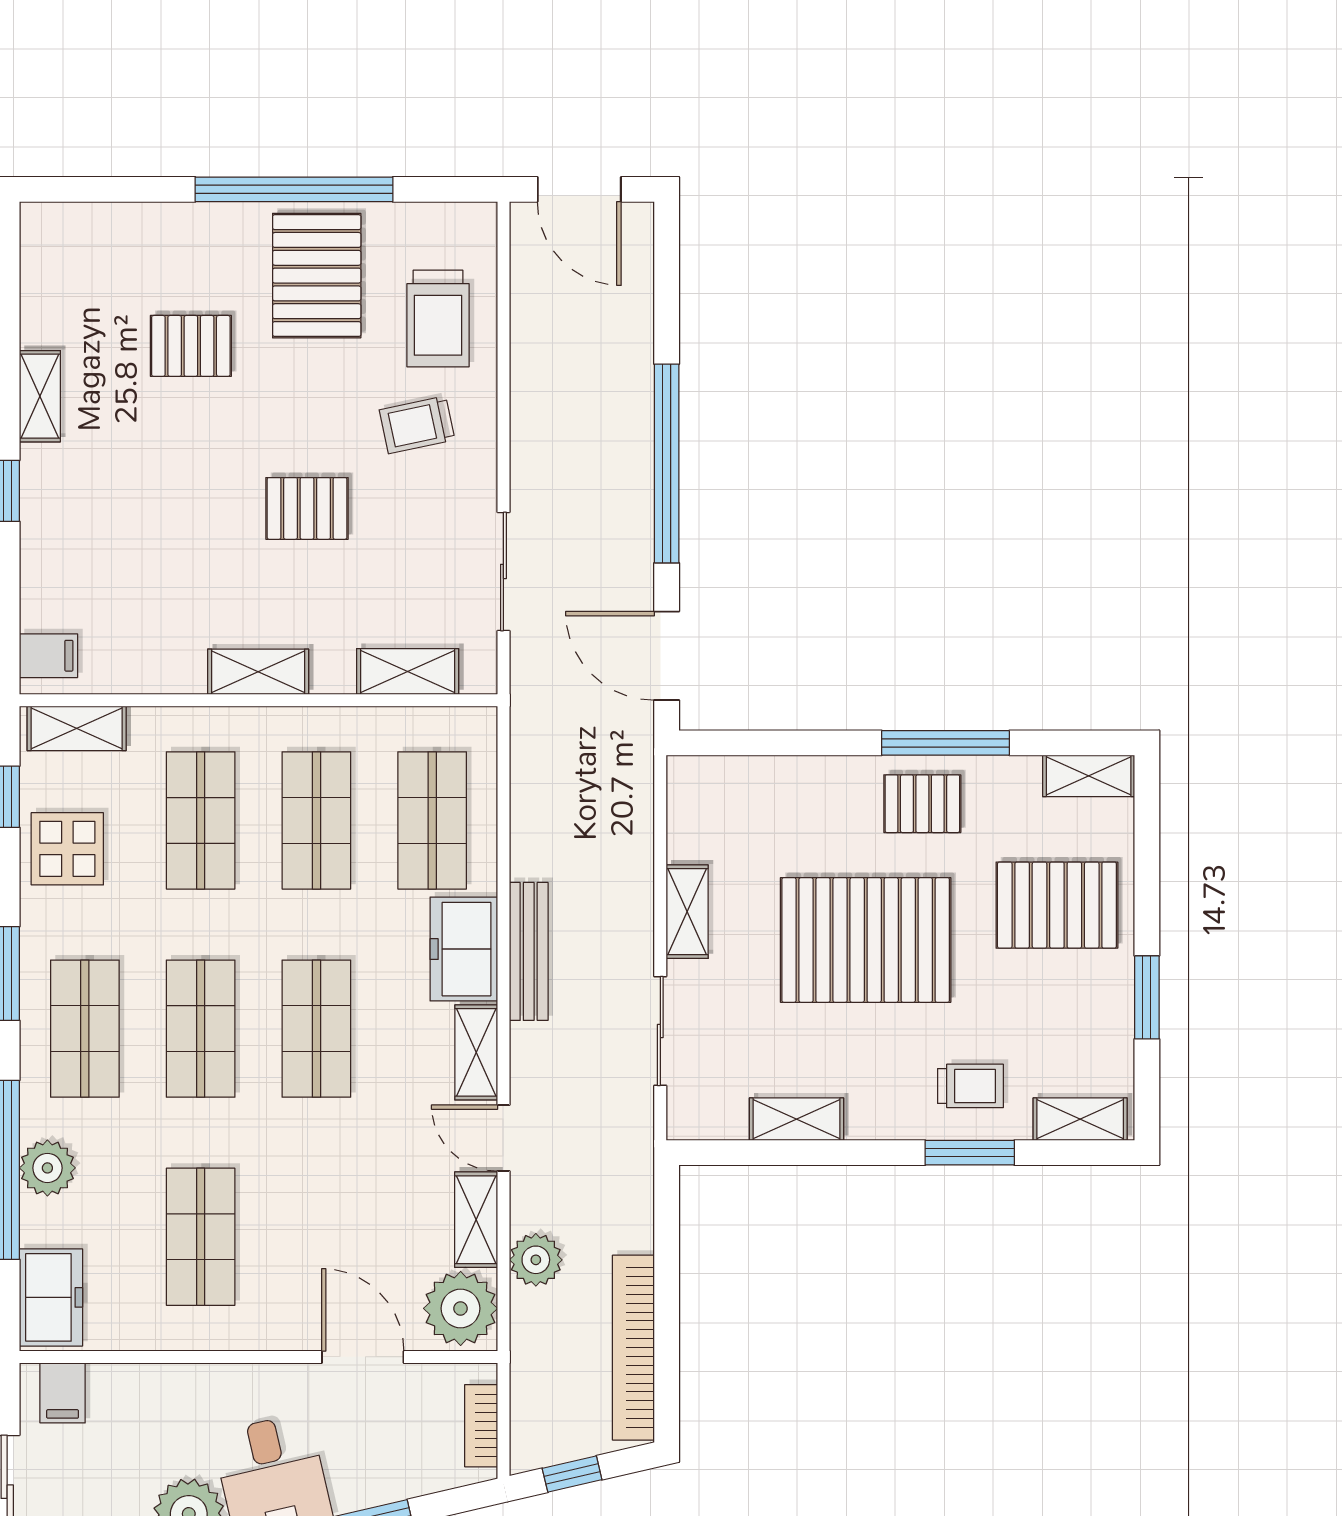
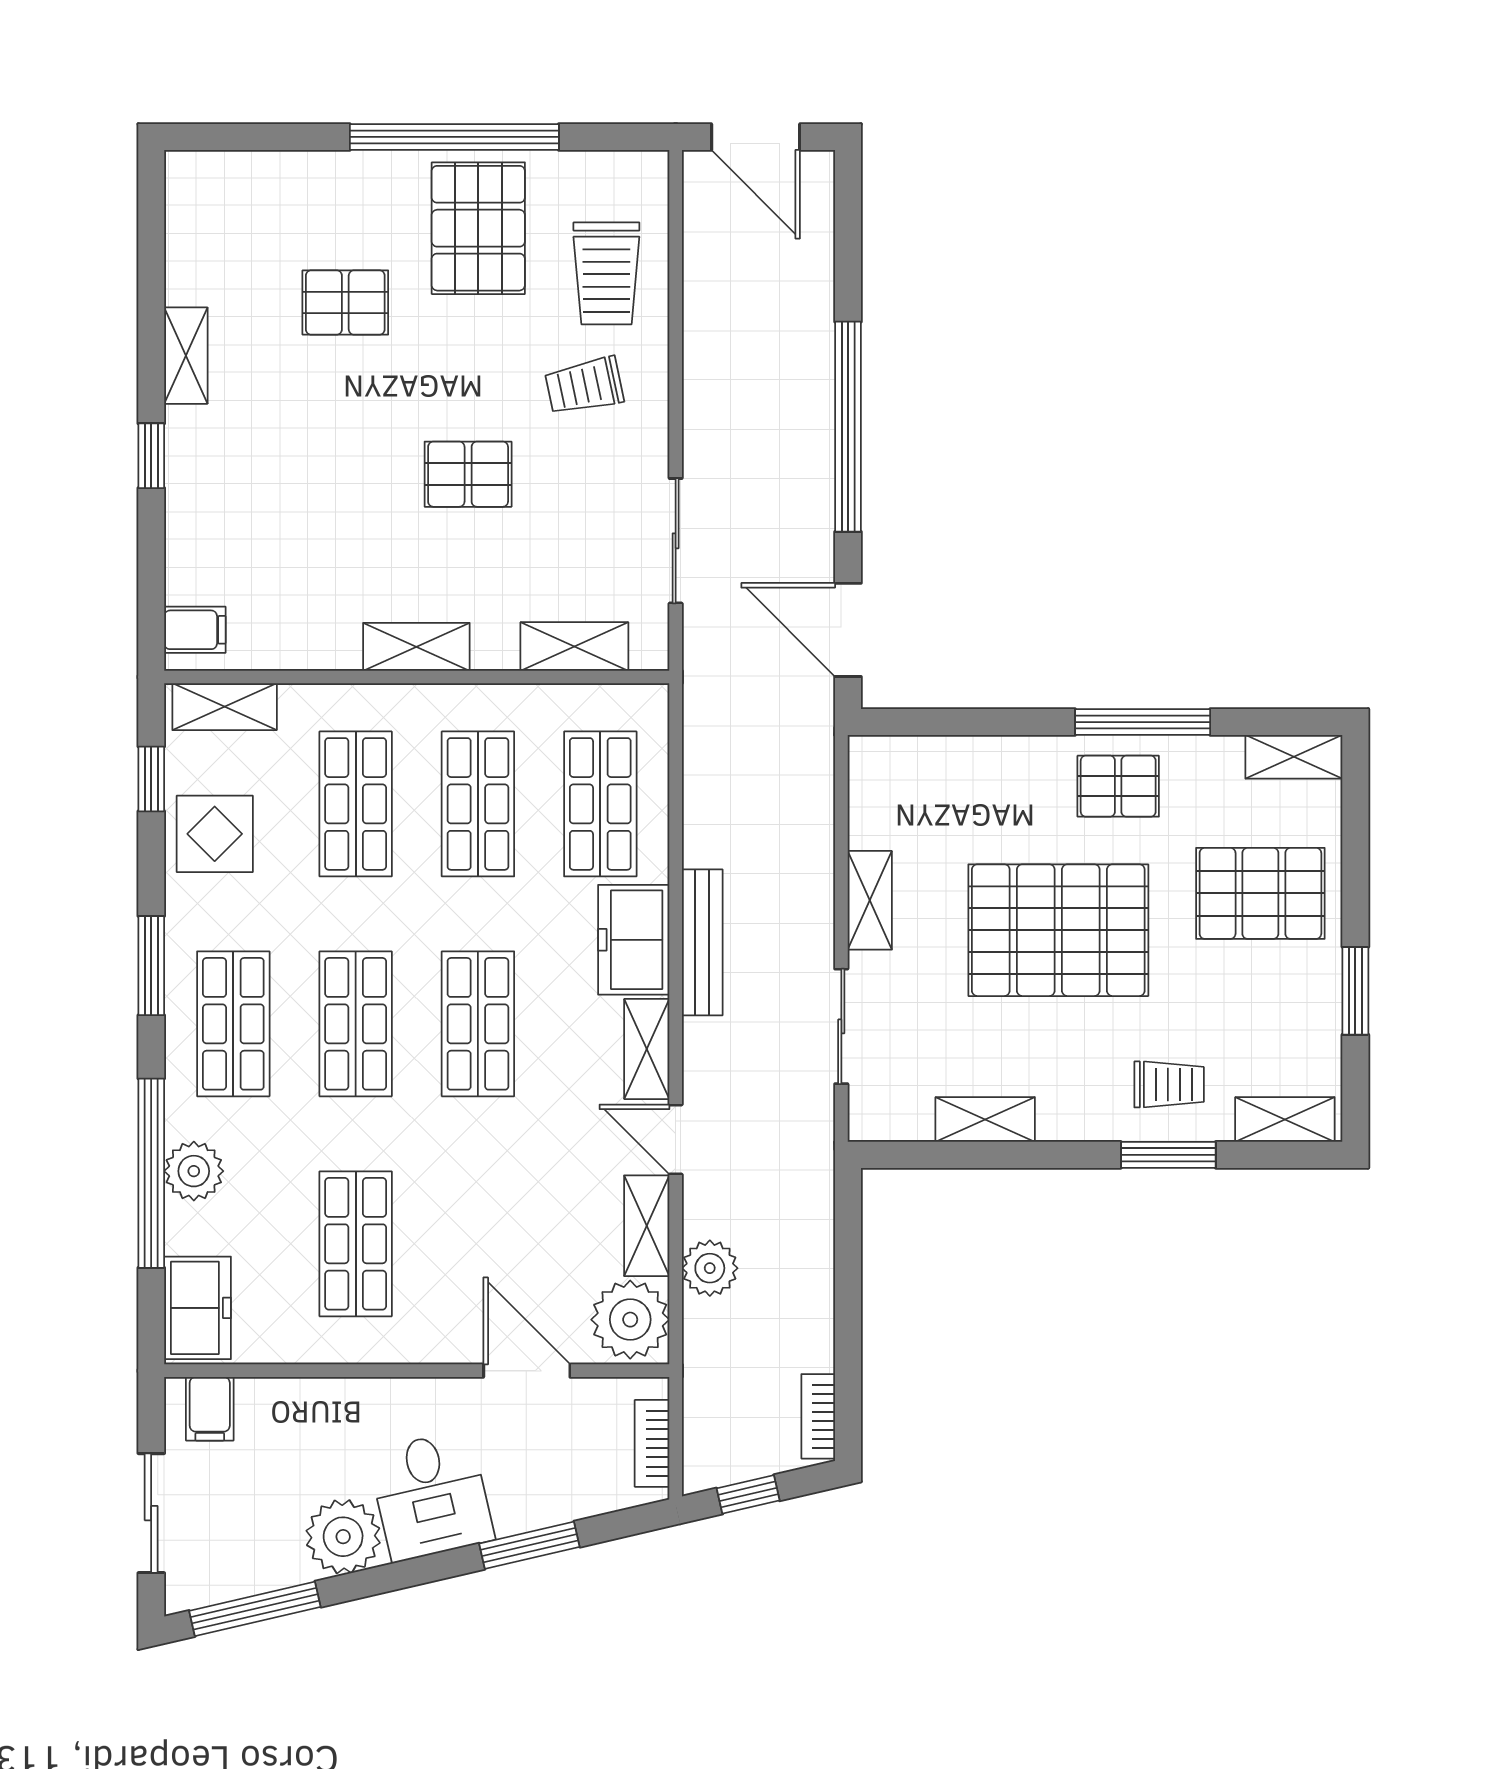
bookcase: (633, 1348) -> (818, 1416), width x0.43, depth x0.76

